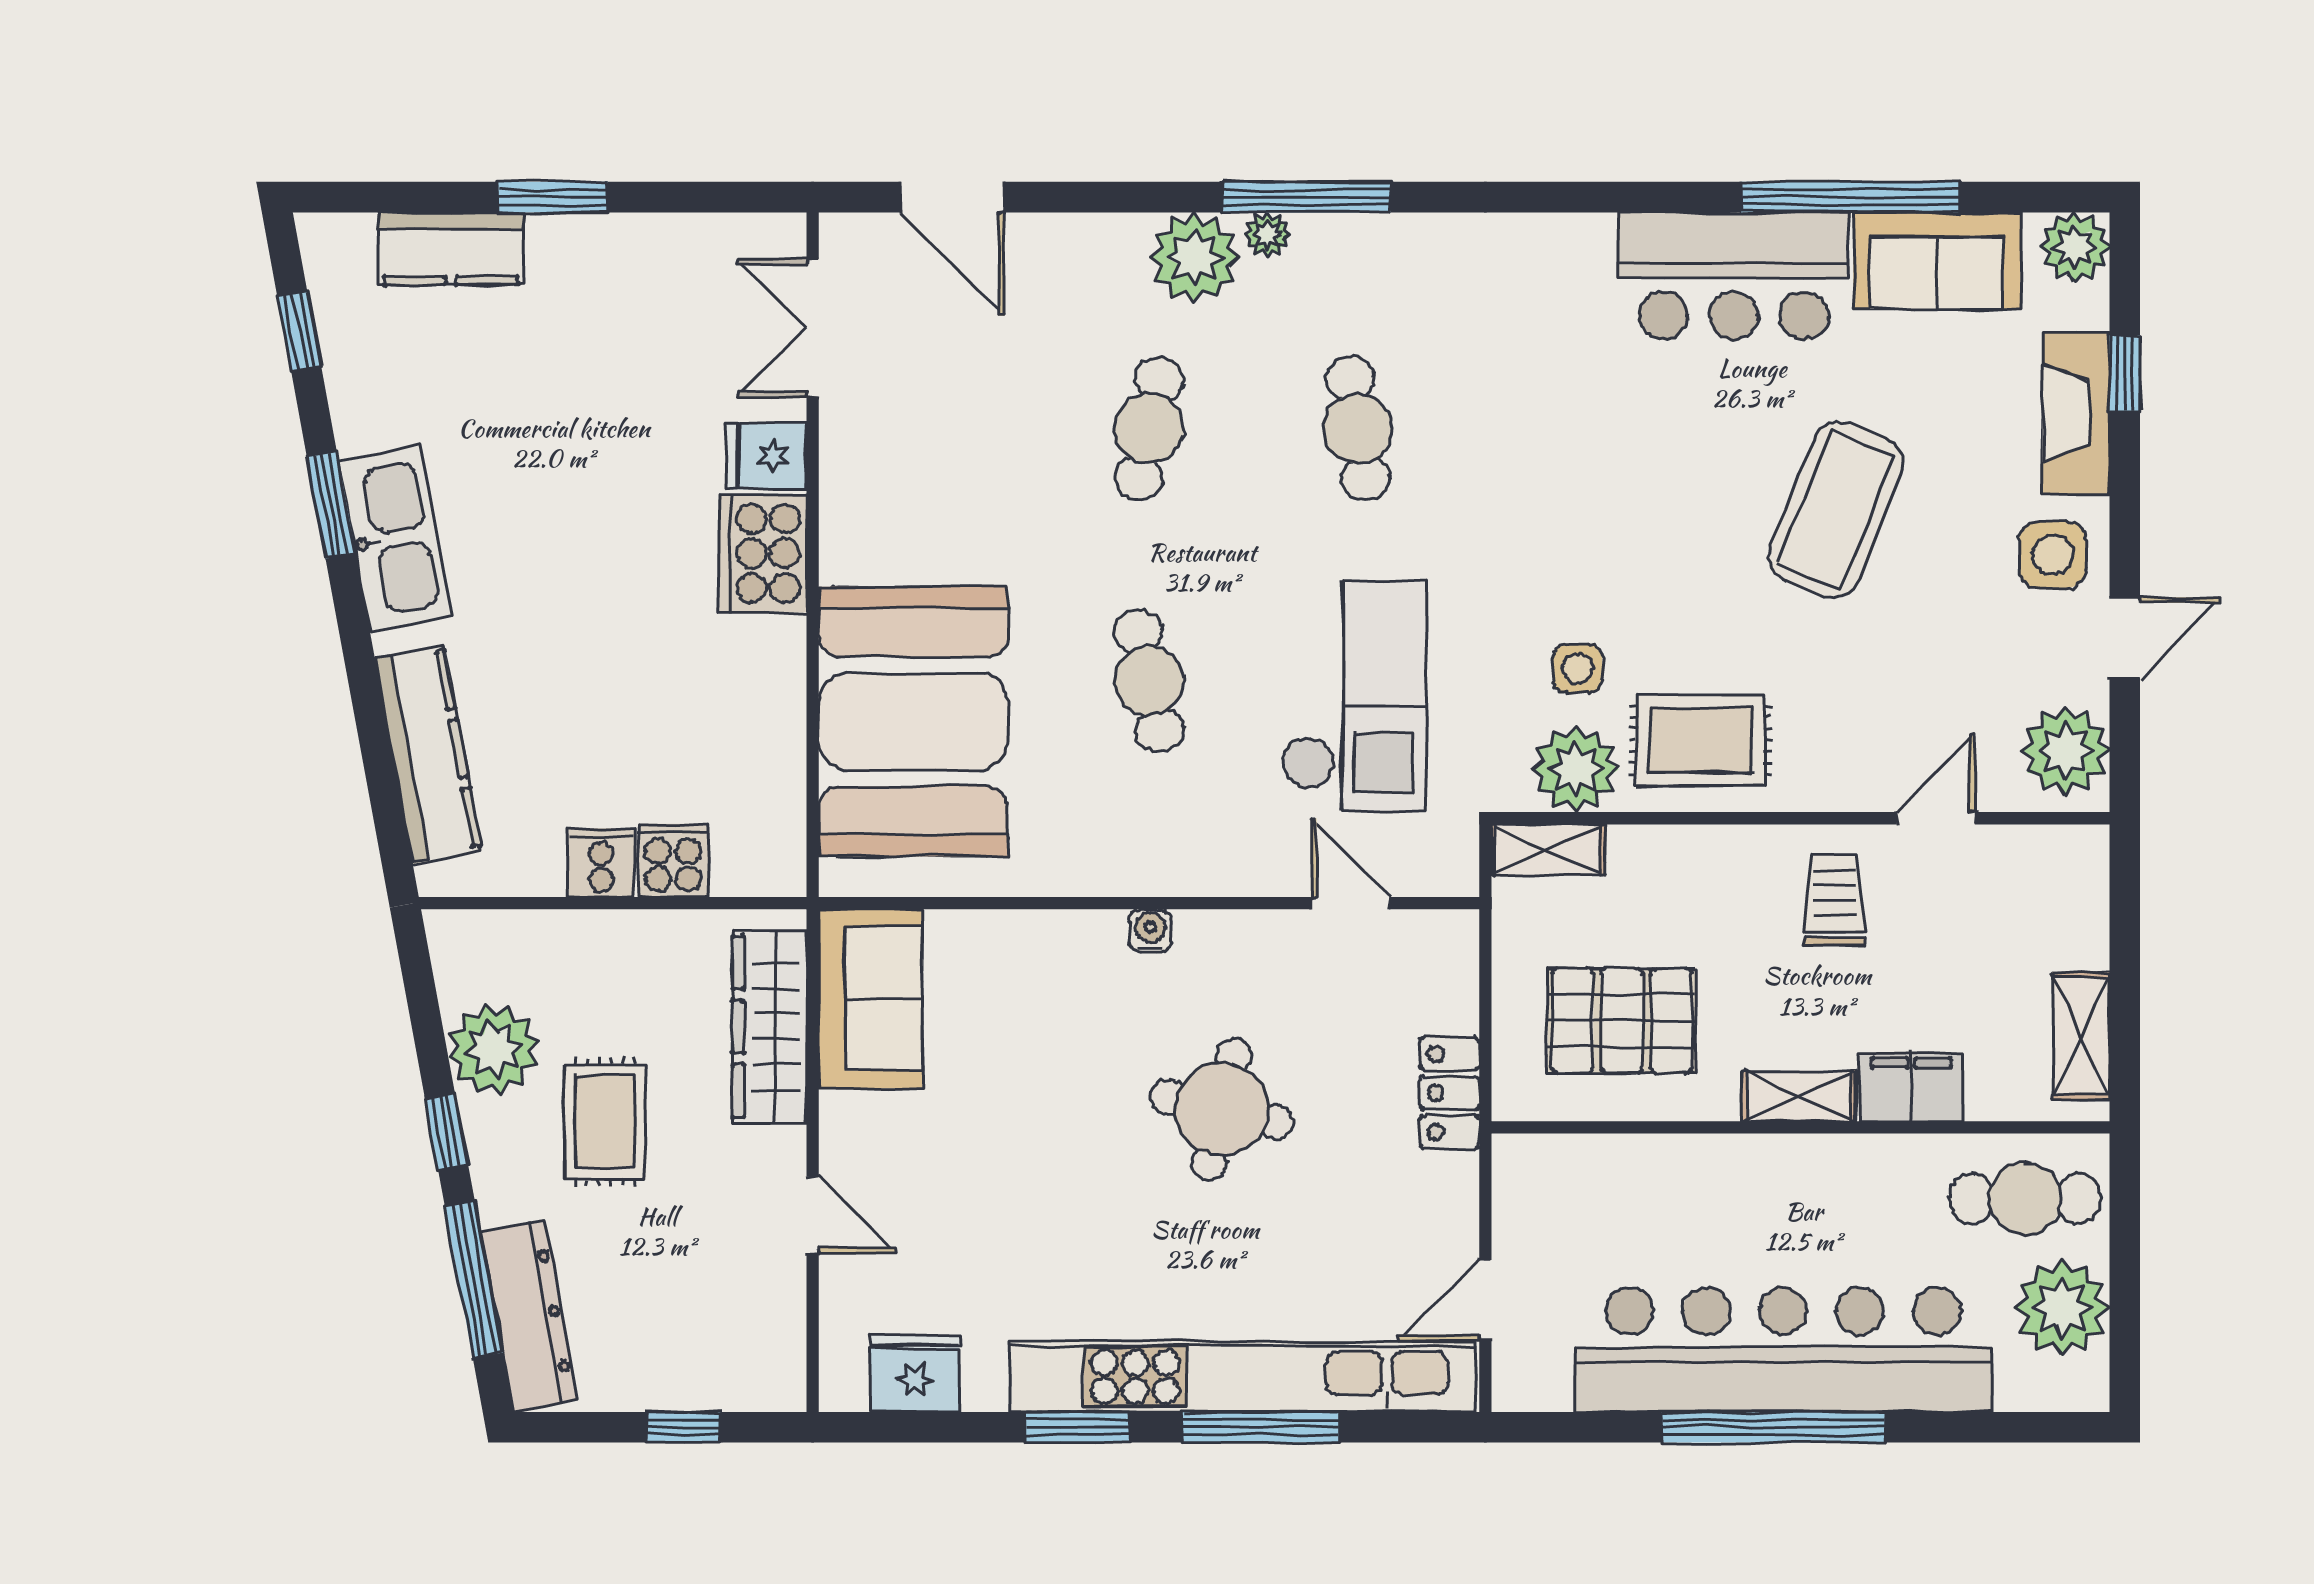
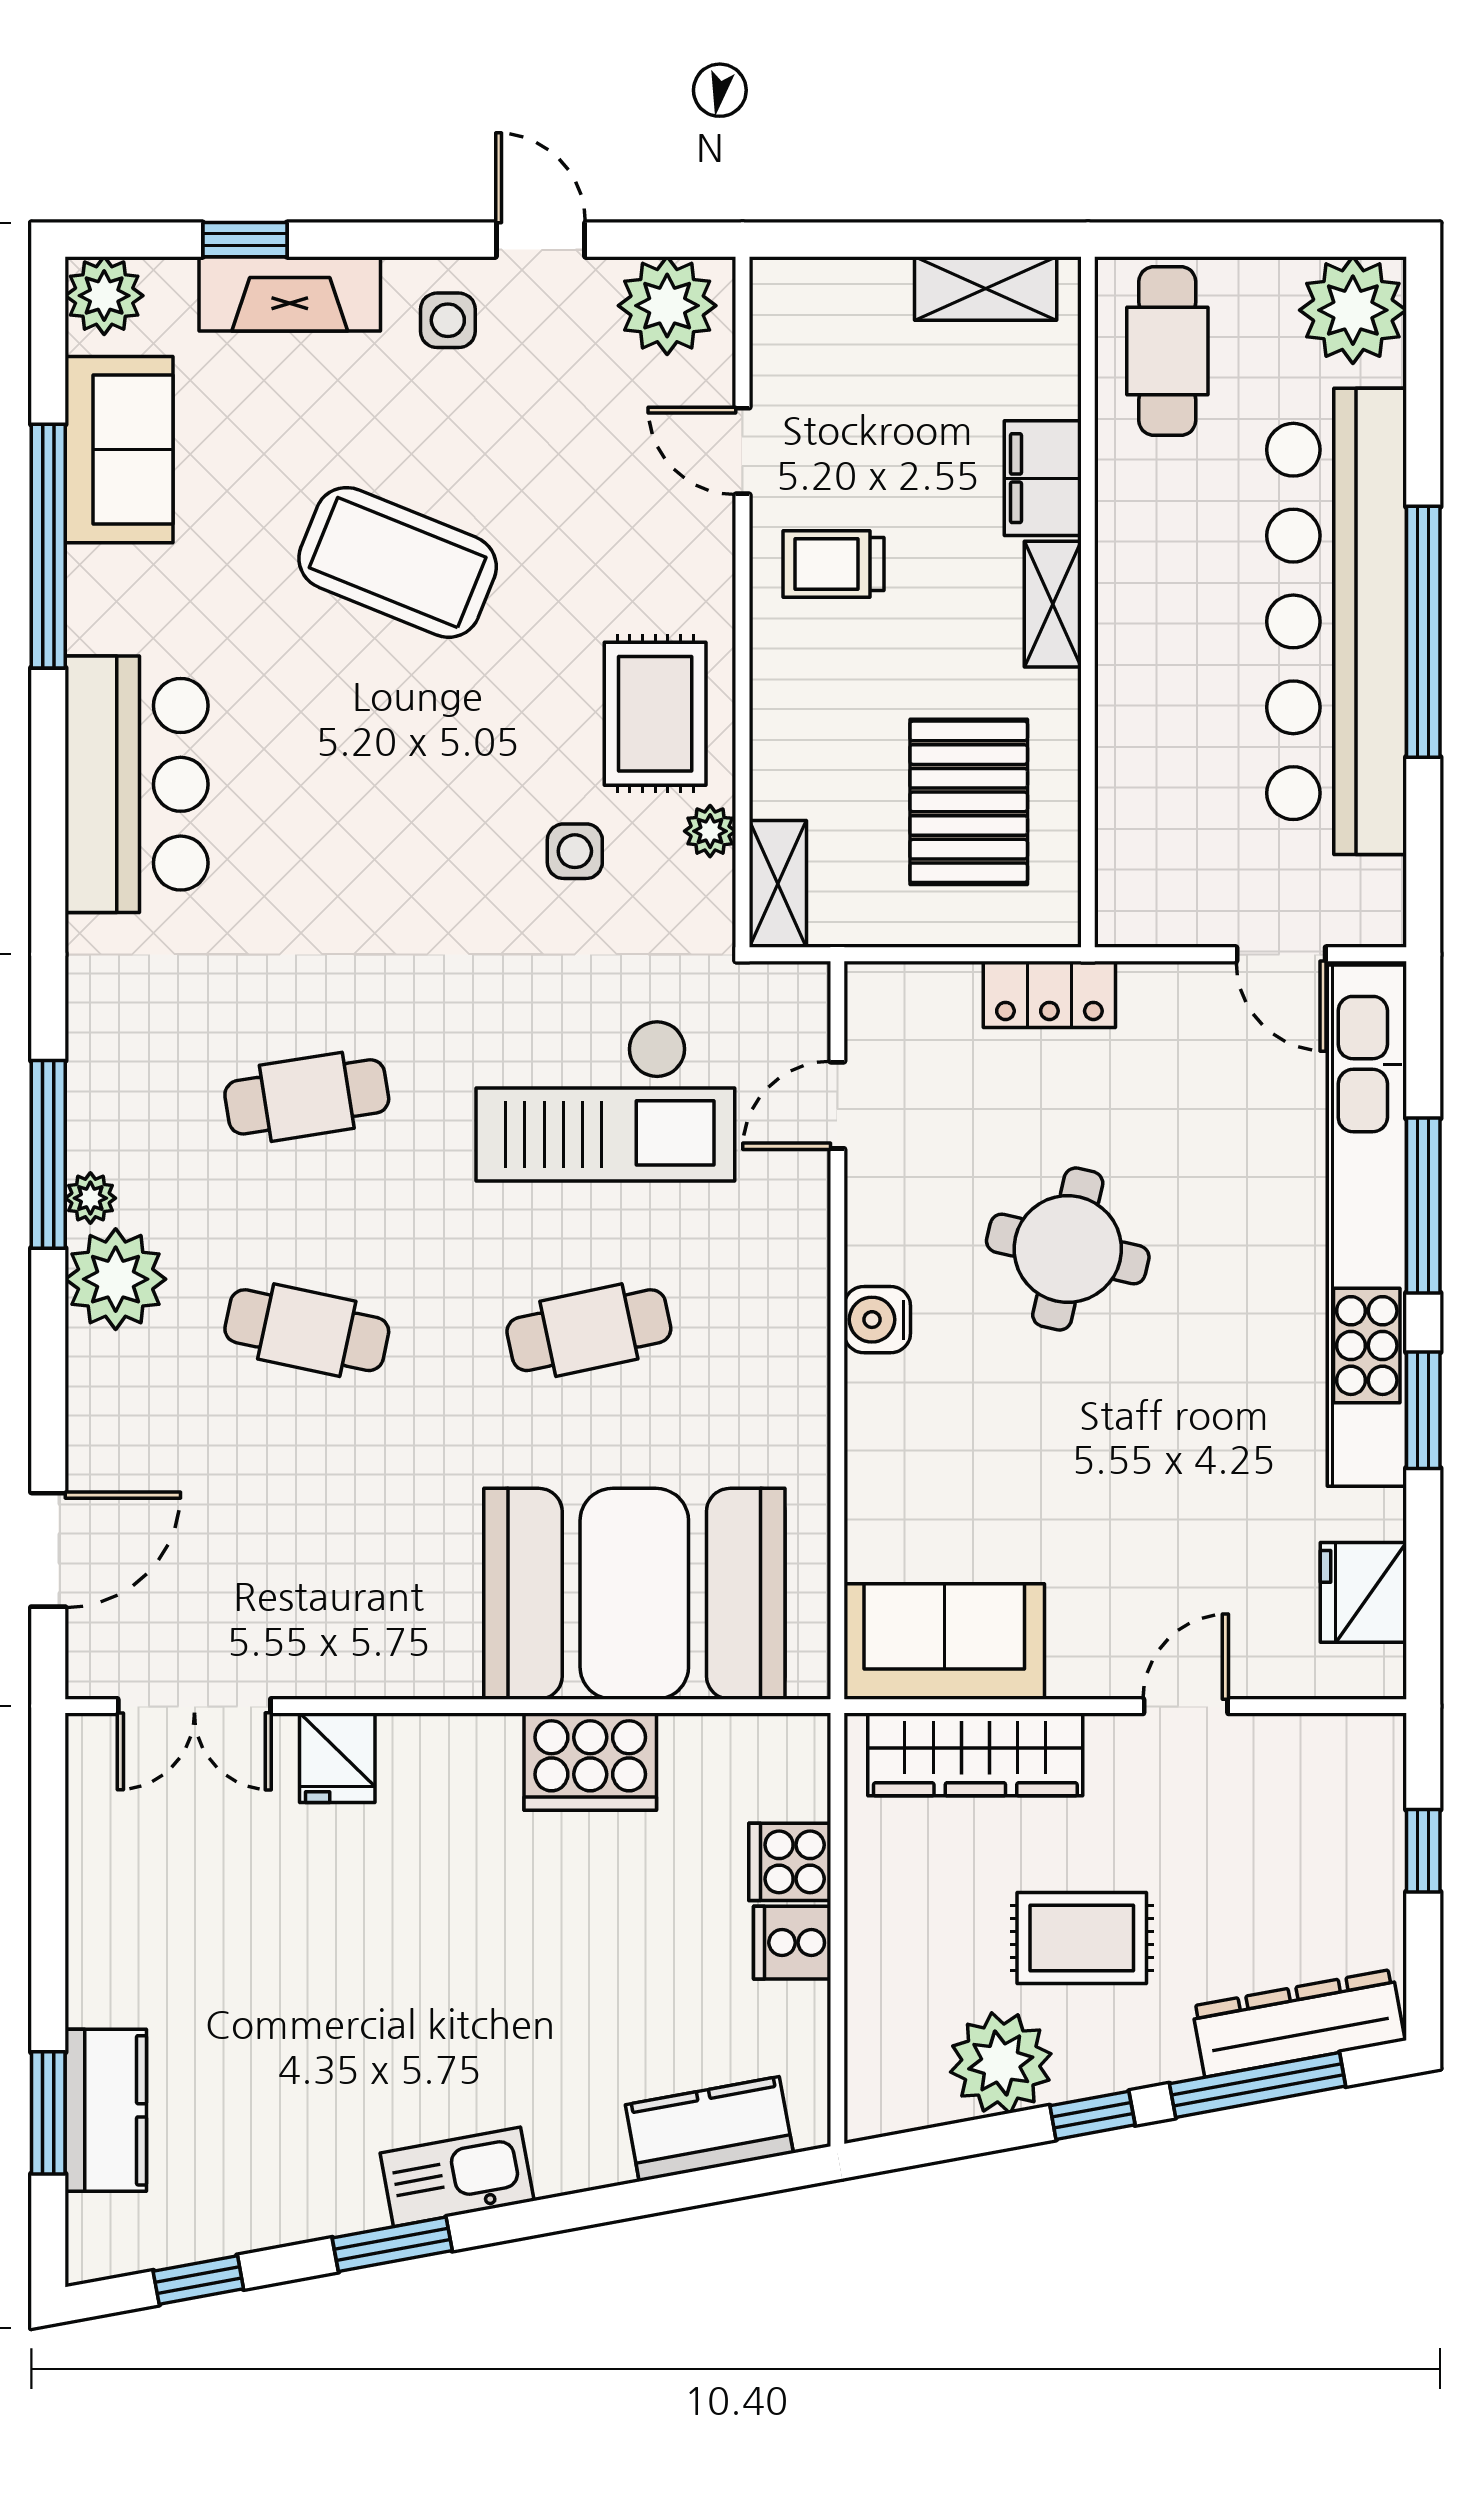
window: (553, 197) -> (48, 2113), moved
bar counter: (1734, 276) -> (137, 784), moved
kitchen sink: (395, 539) -> (457, 2177), width x0.73, depth x0.81
cooker: (763, 553) -> (590, 1762), moved
side table: (2053, 555) -> (448, 320), width x0.73, depth x0.73
checkout: (1354, 696) -> (605, 1101), turned 180
kitchen counter: (428, 754) -> (709, 2129), width x0.67
plant: (1575, 769) -> (710, 831), width x0.53, depth x0.53
water cooler: (1150, 931) -> (877, 1320), width x1.38, depth x1.38
plant: (2062, 1308) -> (1353, 310), moved

